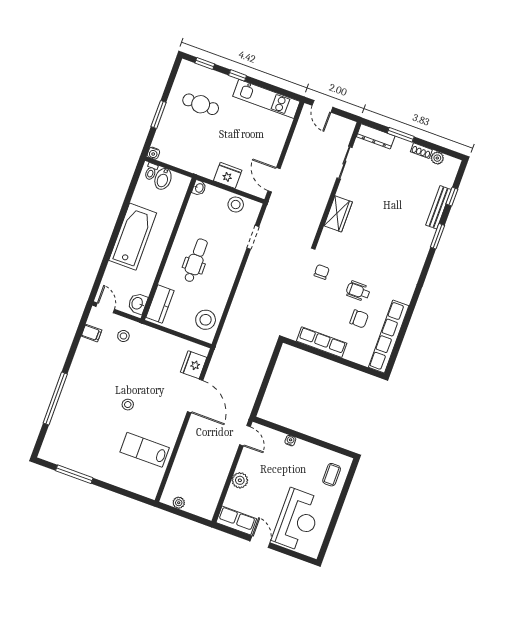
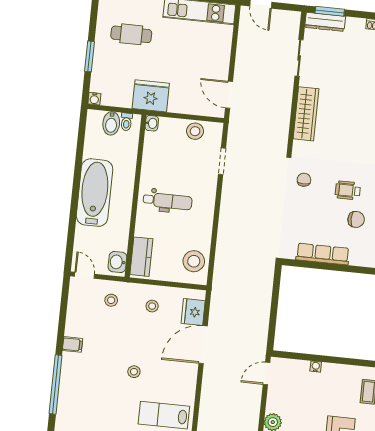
window: (401, 135) -> (330, 11), moved
toilet: (151, 172) -> (126, 122), moved
fridge: (228, 175) -> (151, 96), moved, width x1.36, depth x1.34
wardrobe: (338, 214) -> (306, 114), width x1.50
dental chair: (196, 260) -> (168, 201), turned 90
filing cabinet: (91, 333) -> (72, 344), moved
stool: (159, 350) -> (152, 306), added
door: (195, 396) -> (203, 345), swing flipped
door: (245, 436) -> (266, 373), swing flipped

